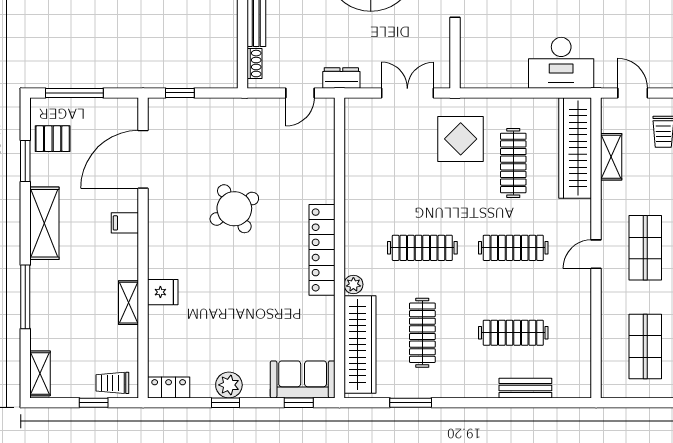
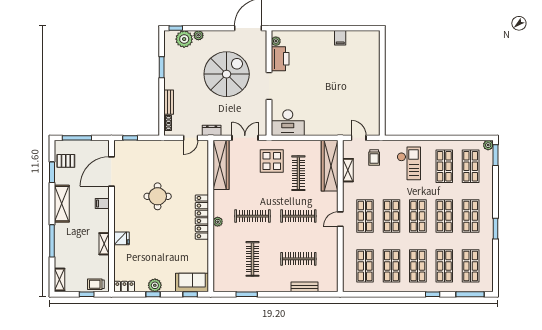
desk: (561, 63) -> (288, 123), moved
round table: (234, 209) -> (158, 196), turned 30
plant: (353, 284) -> (218, 222), moved
wardrobe: (360, 345) -> (221, 165), moved

